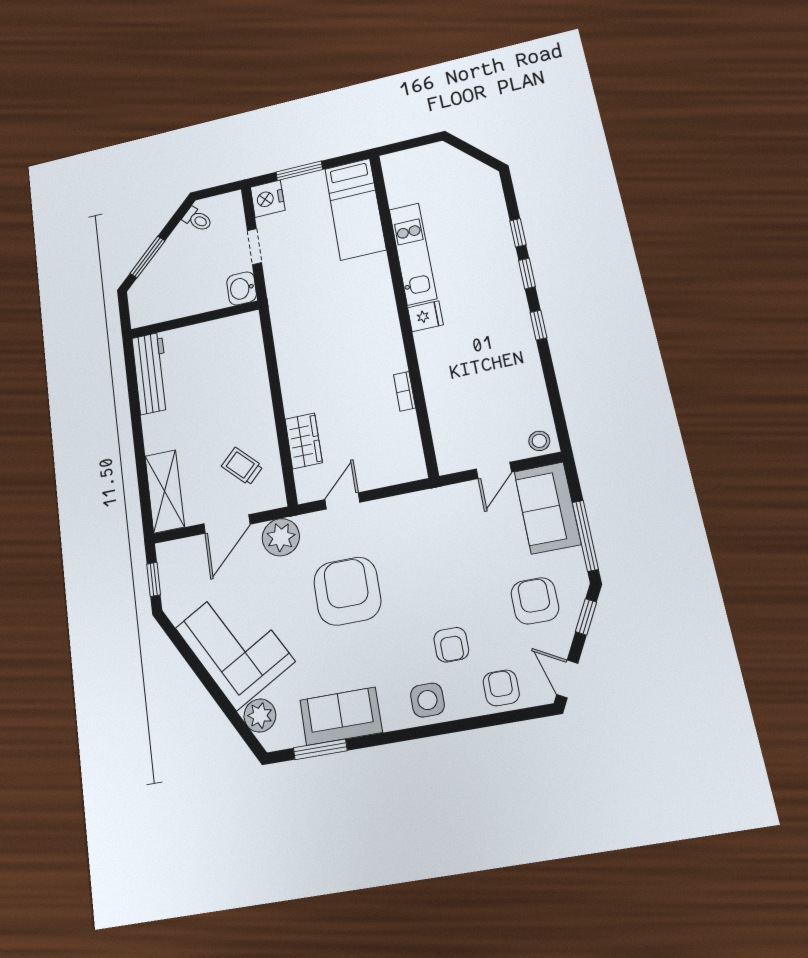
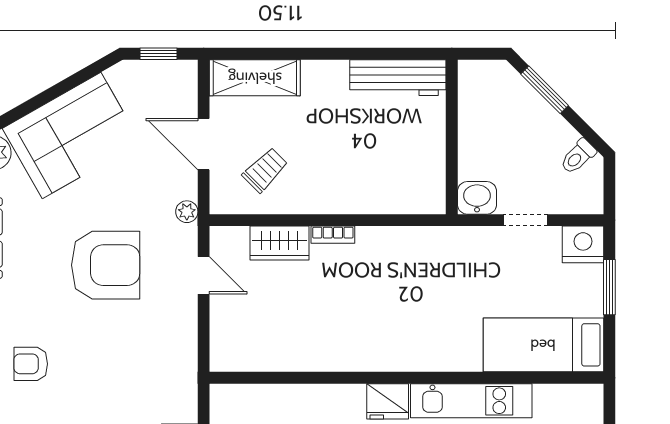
fridge: (425, 316) -> (388, 401), width x1.38
bookcase: (405, 391) -> (333, 235), moved, turned 180
plant: (281, 537) -> (187, 212), width x0.53, depth x0.53

